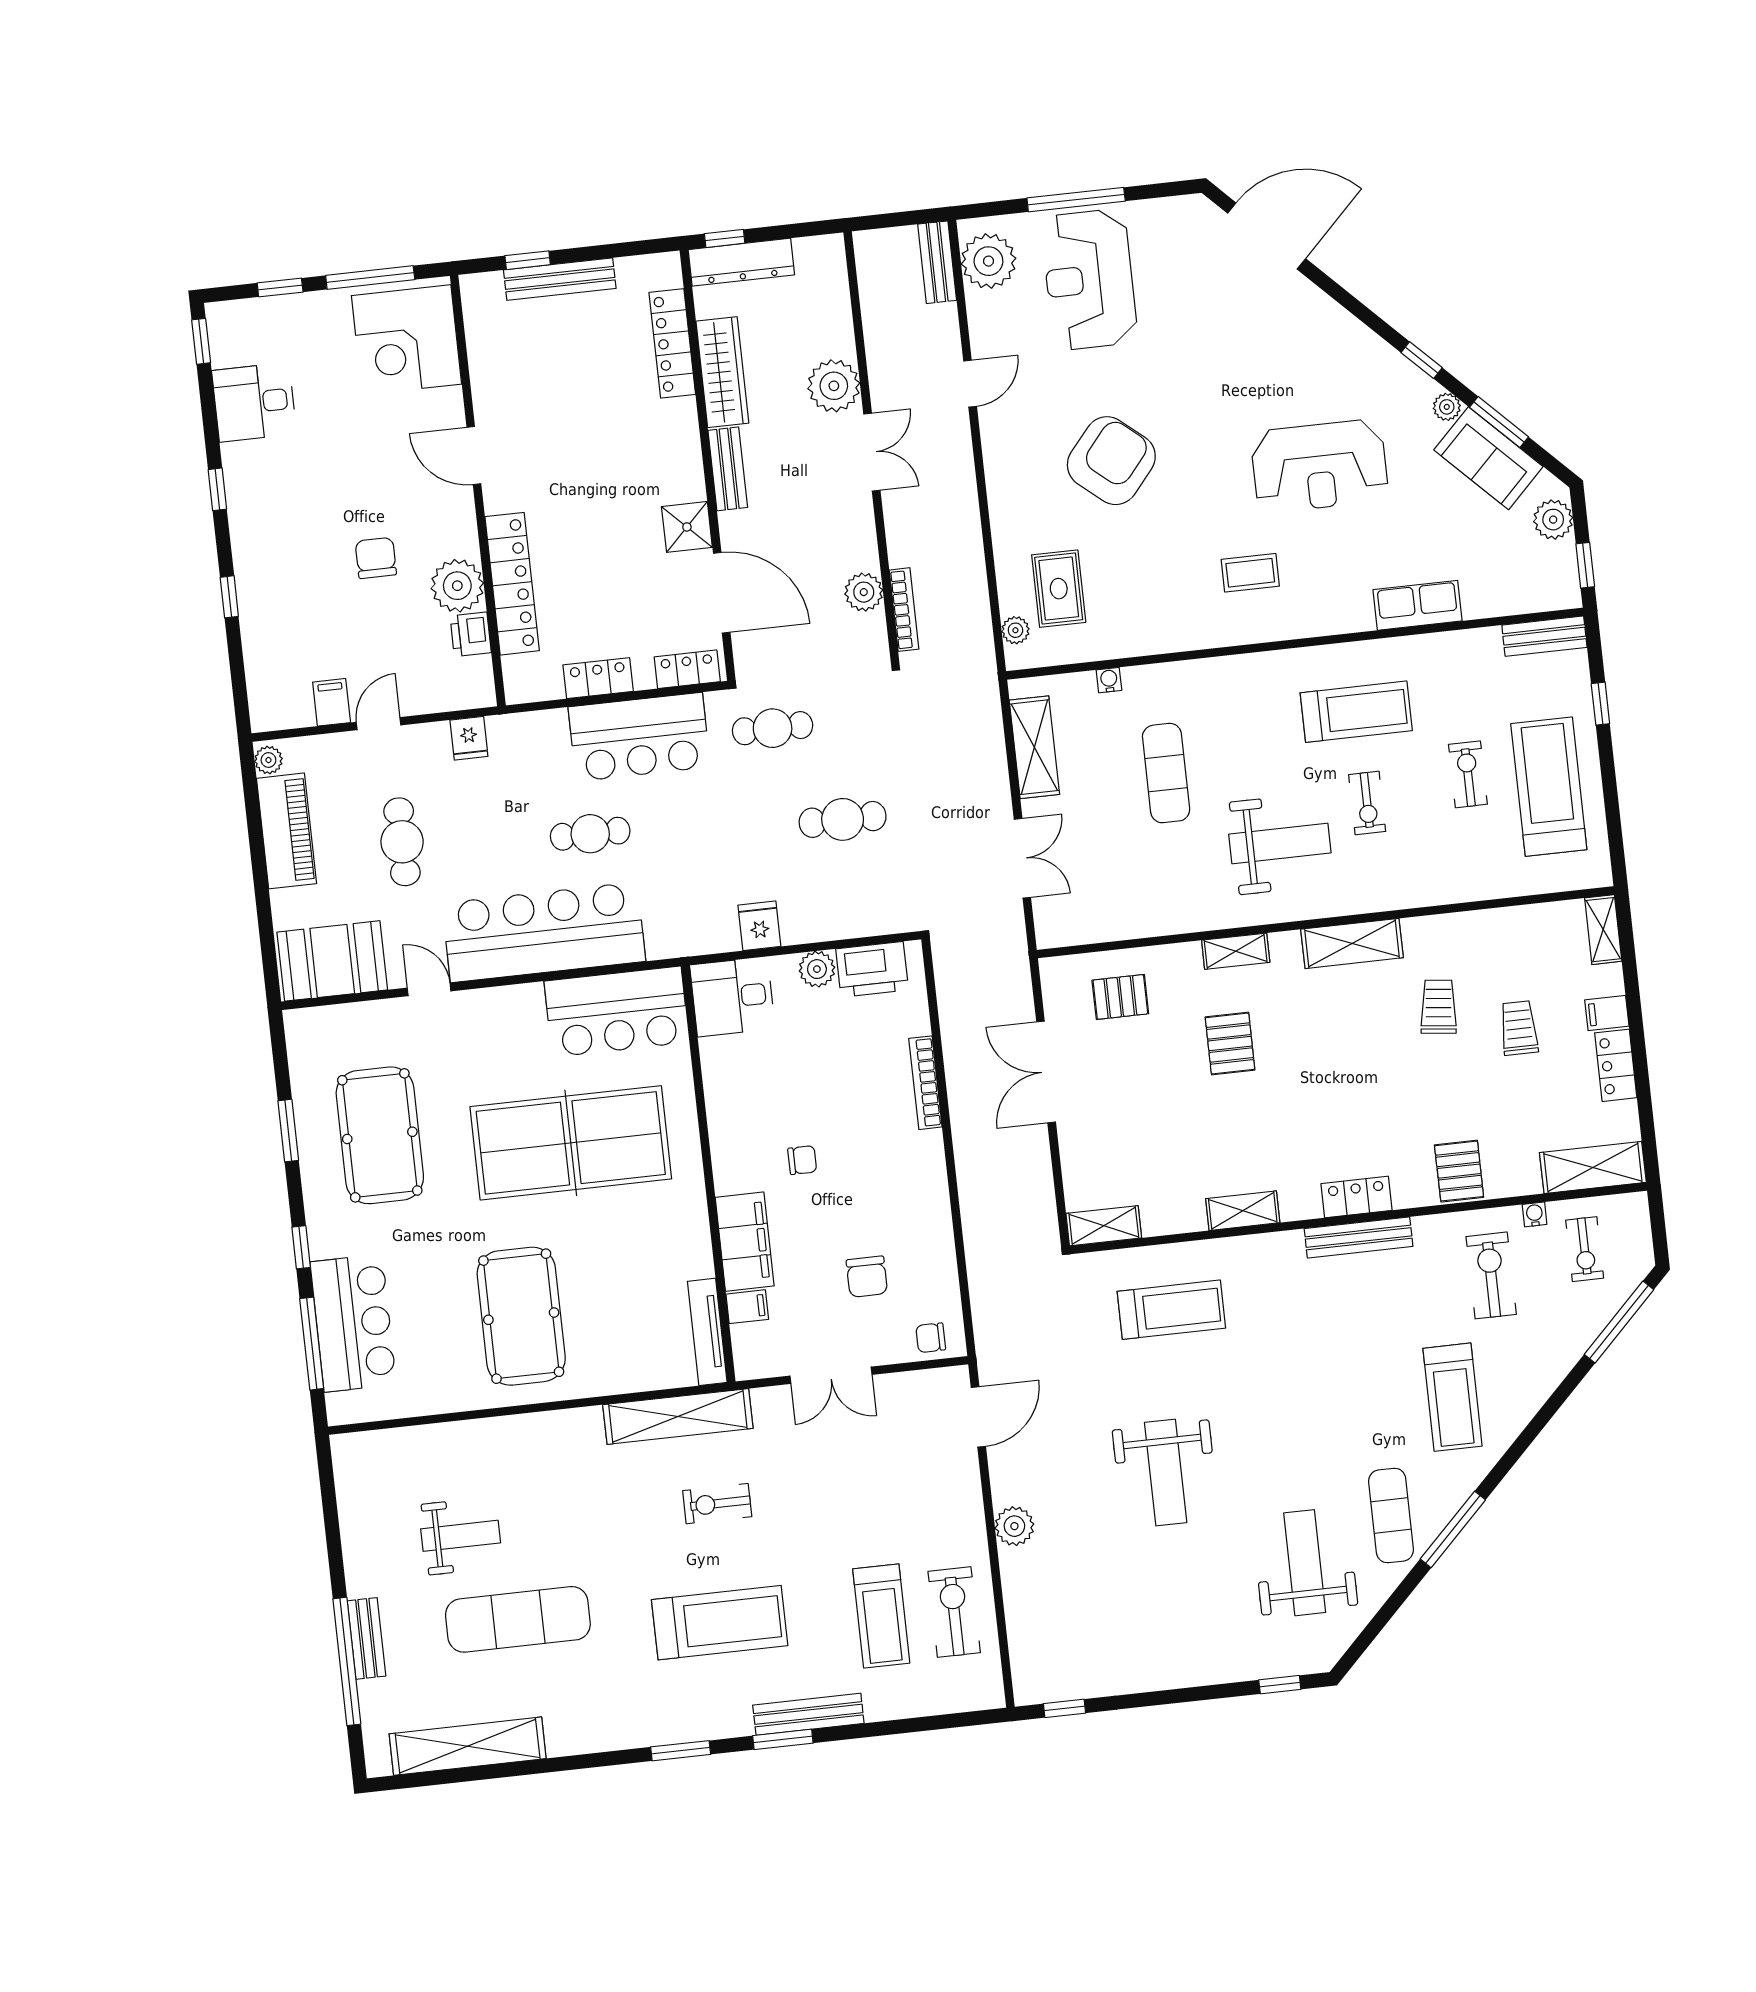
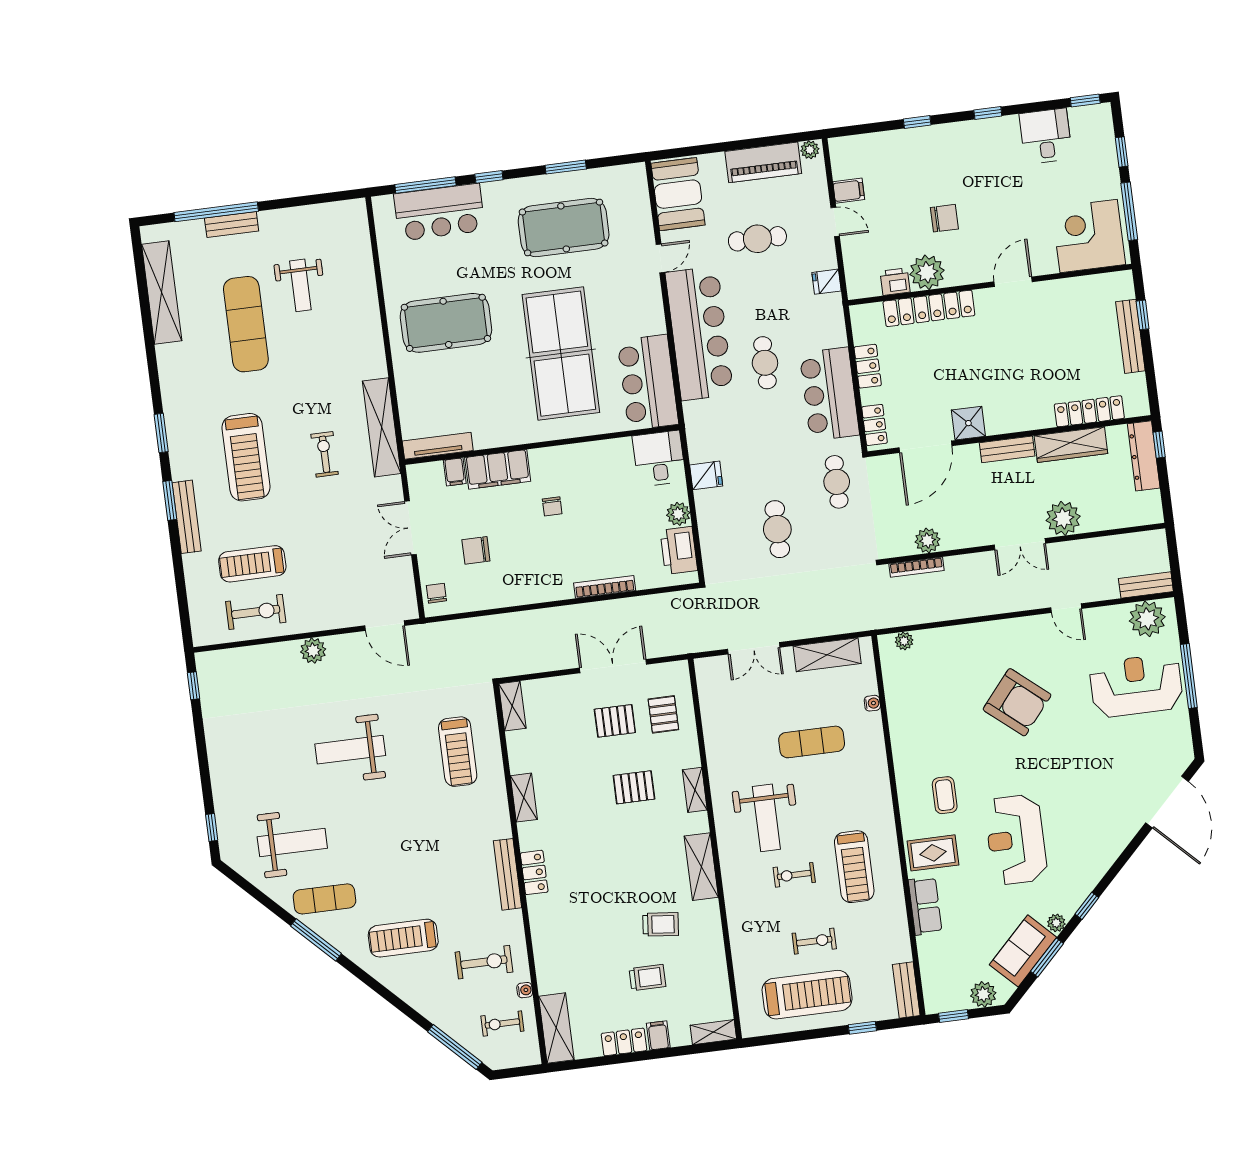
rug: (1059, 589) -> (933, 853), moved
pallet: (1459, 1171) -> (615, 721), moved

